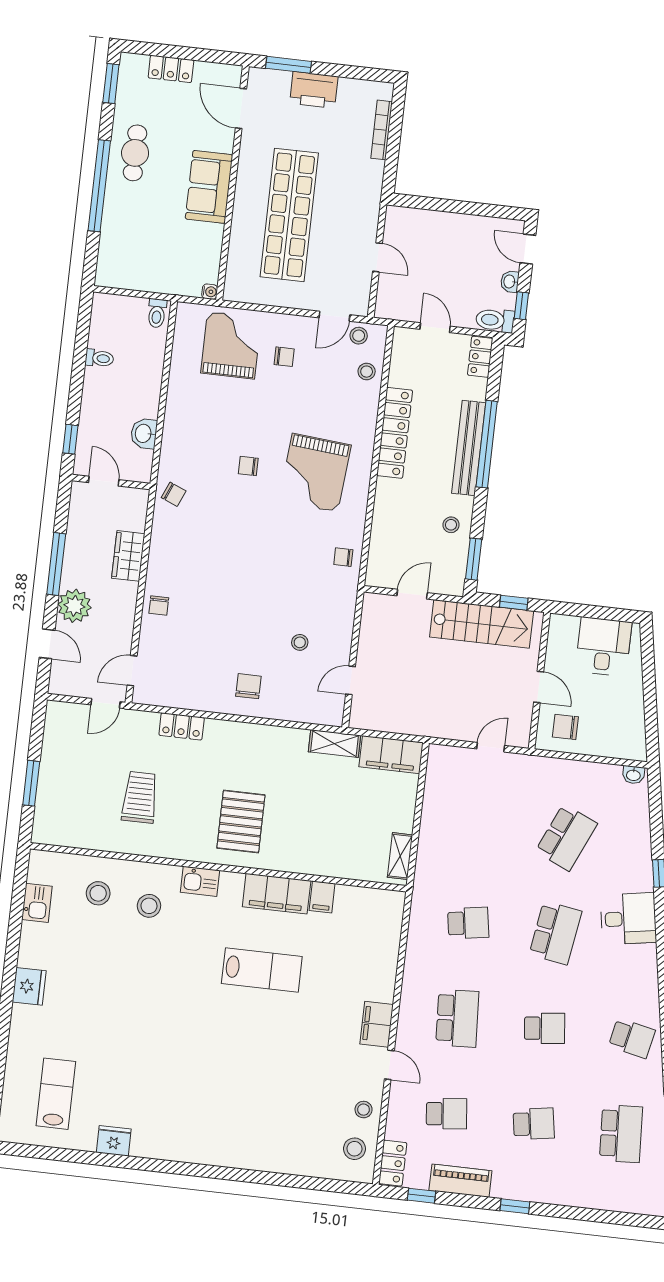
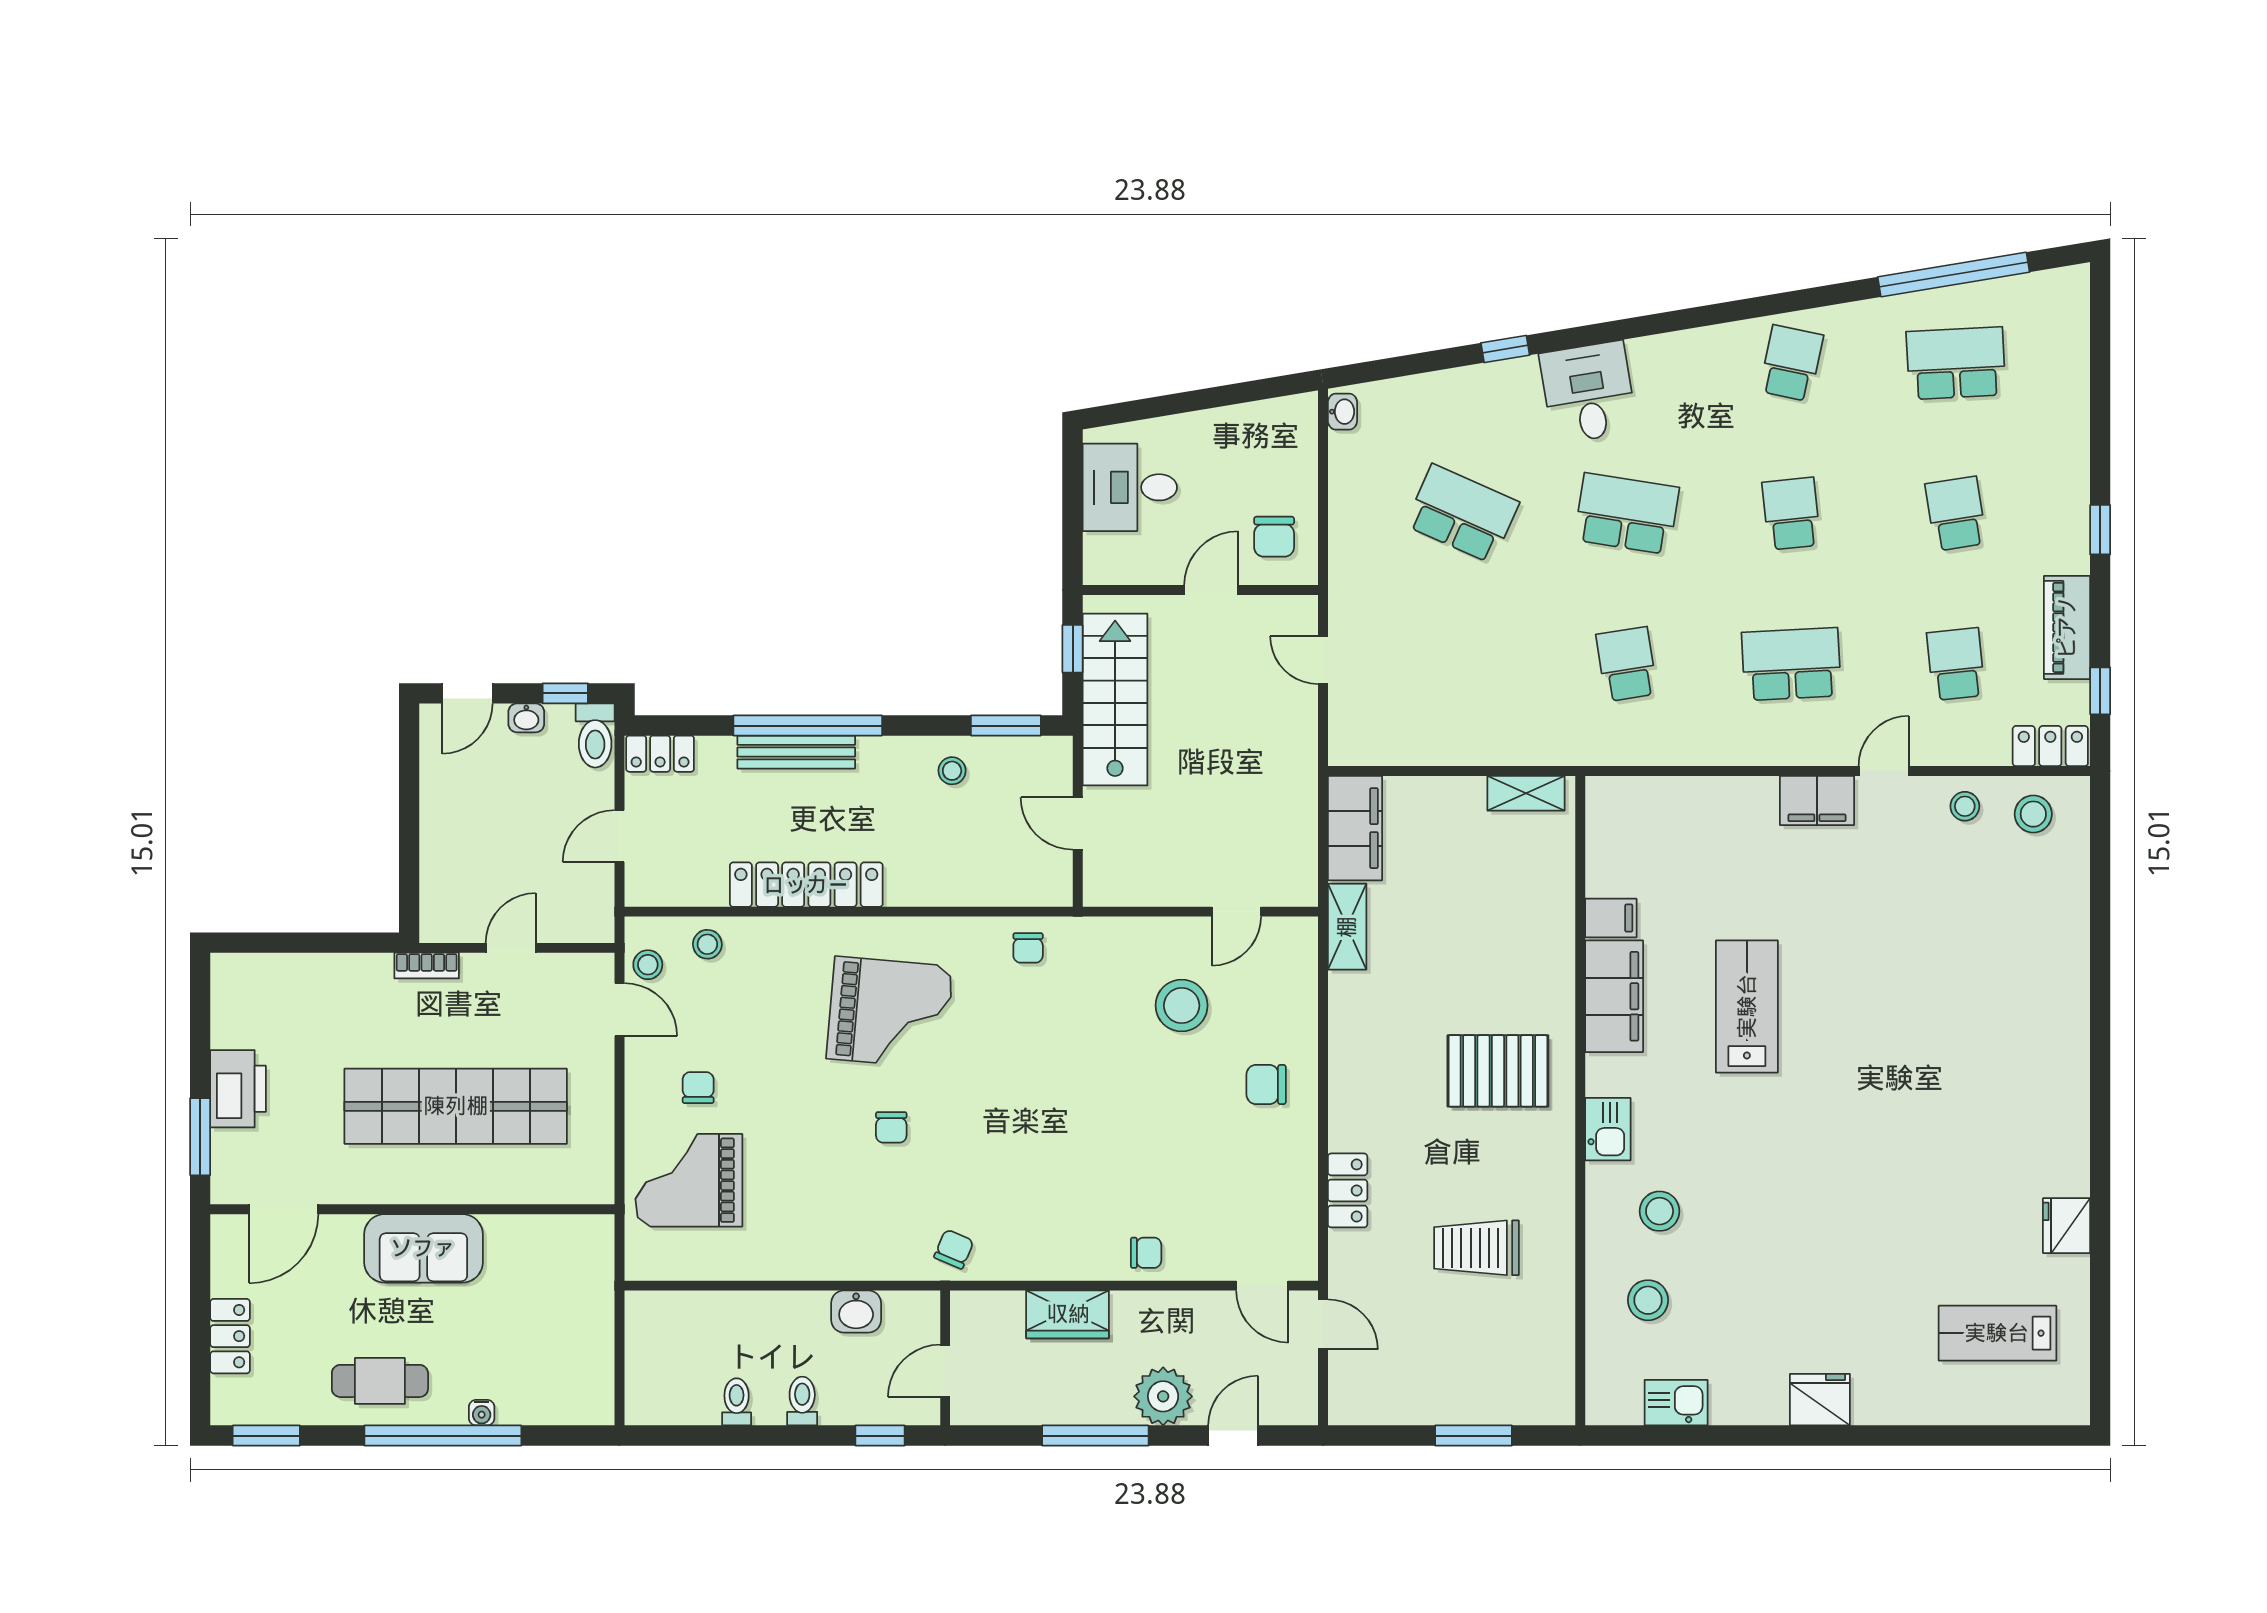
bookcase: (382, 130) -> (427, 966), moved, width x0.64
water cooler: (210, 292) -> (482, 1413), moved, turned 180
toilet: (157, 313) -> (802, 1401), moved, turned -90
bench: (469, 448) -> (796, 752), width x0.73, depth x0.82
stool: (300, 642) -> (1182, 1005), width x1.89, depth x1.89
door: (351, 680) -> (1237, 912), hinge flipped

